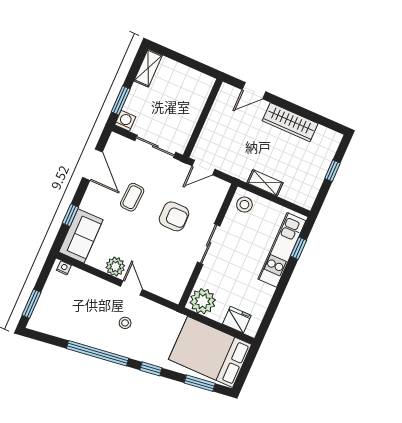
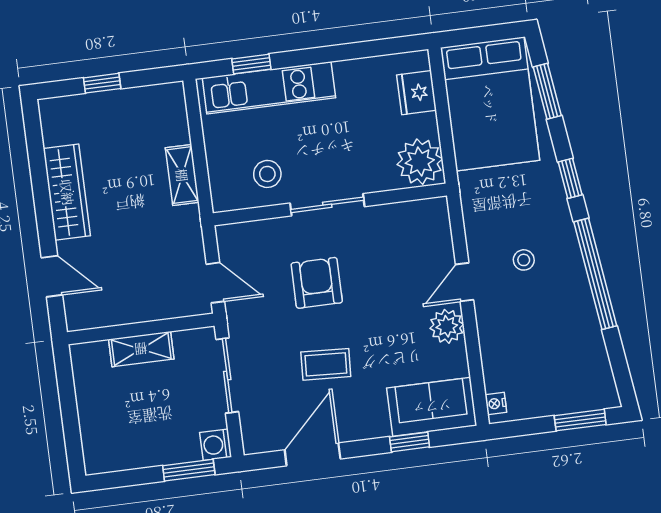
shelving: (148, 68) -> (141, 349), moved
stool: (244, 205) -> (267, 174), moved

